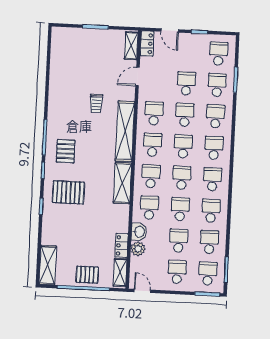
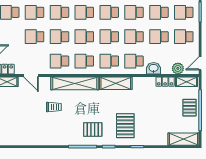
plant: (138, 249) -> (178, 68), moved

